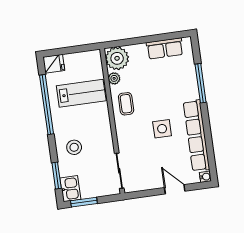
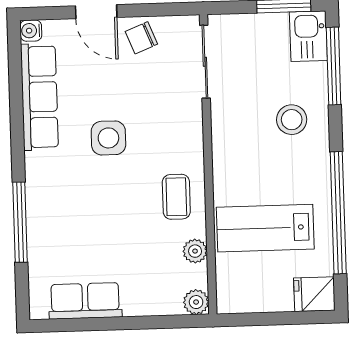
plant: (117, 58) -> (196, 302), width x0.53, depth x0.53
row of seats: (196, 136) -> (39, 97), width x0.73
window: (57, 176) -> (334, 66), width x1.44
chair: (151, 179) -> (141, 38), added

